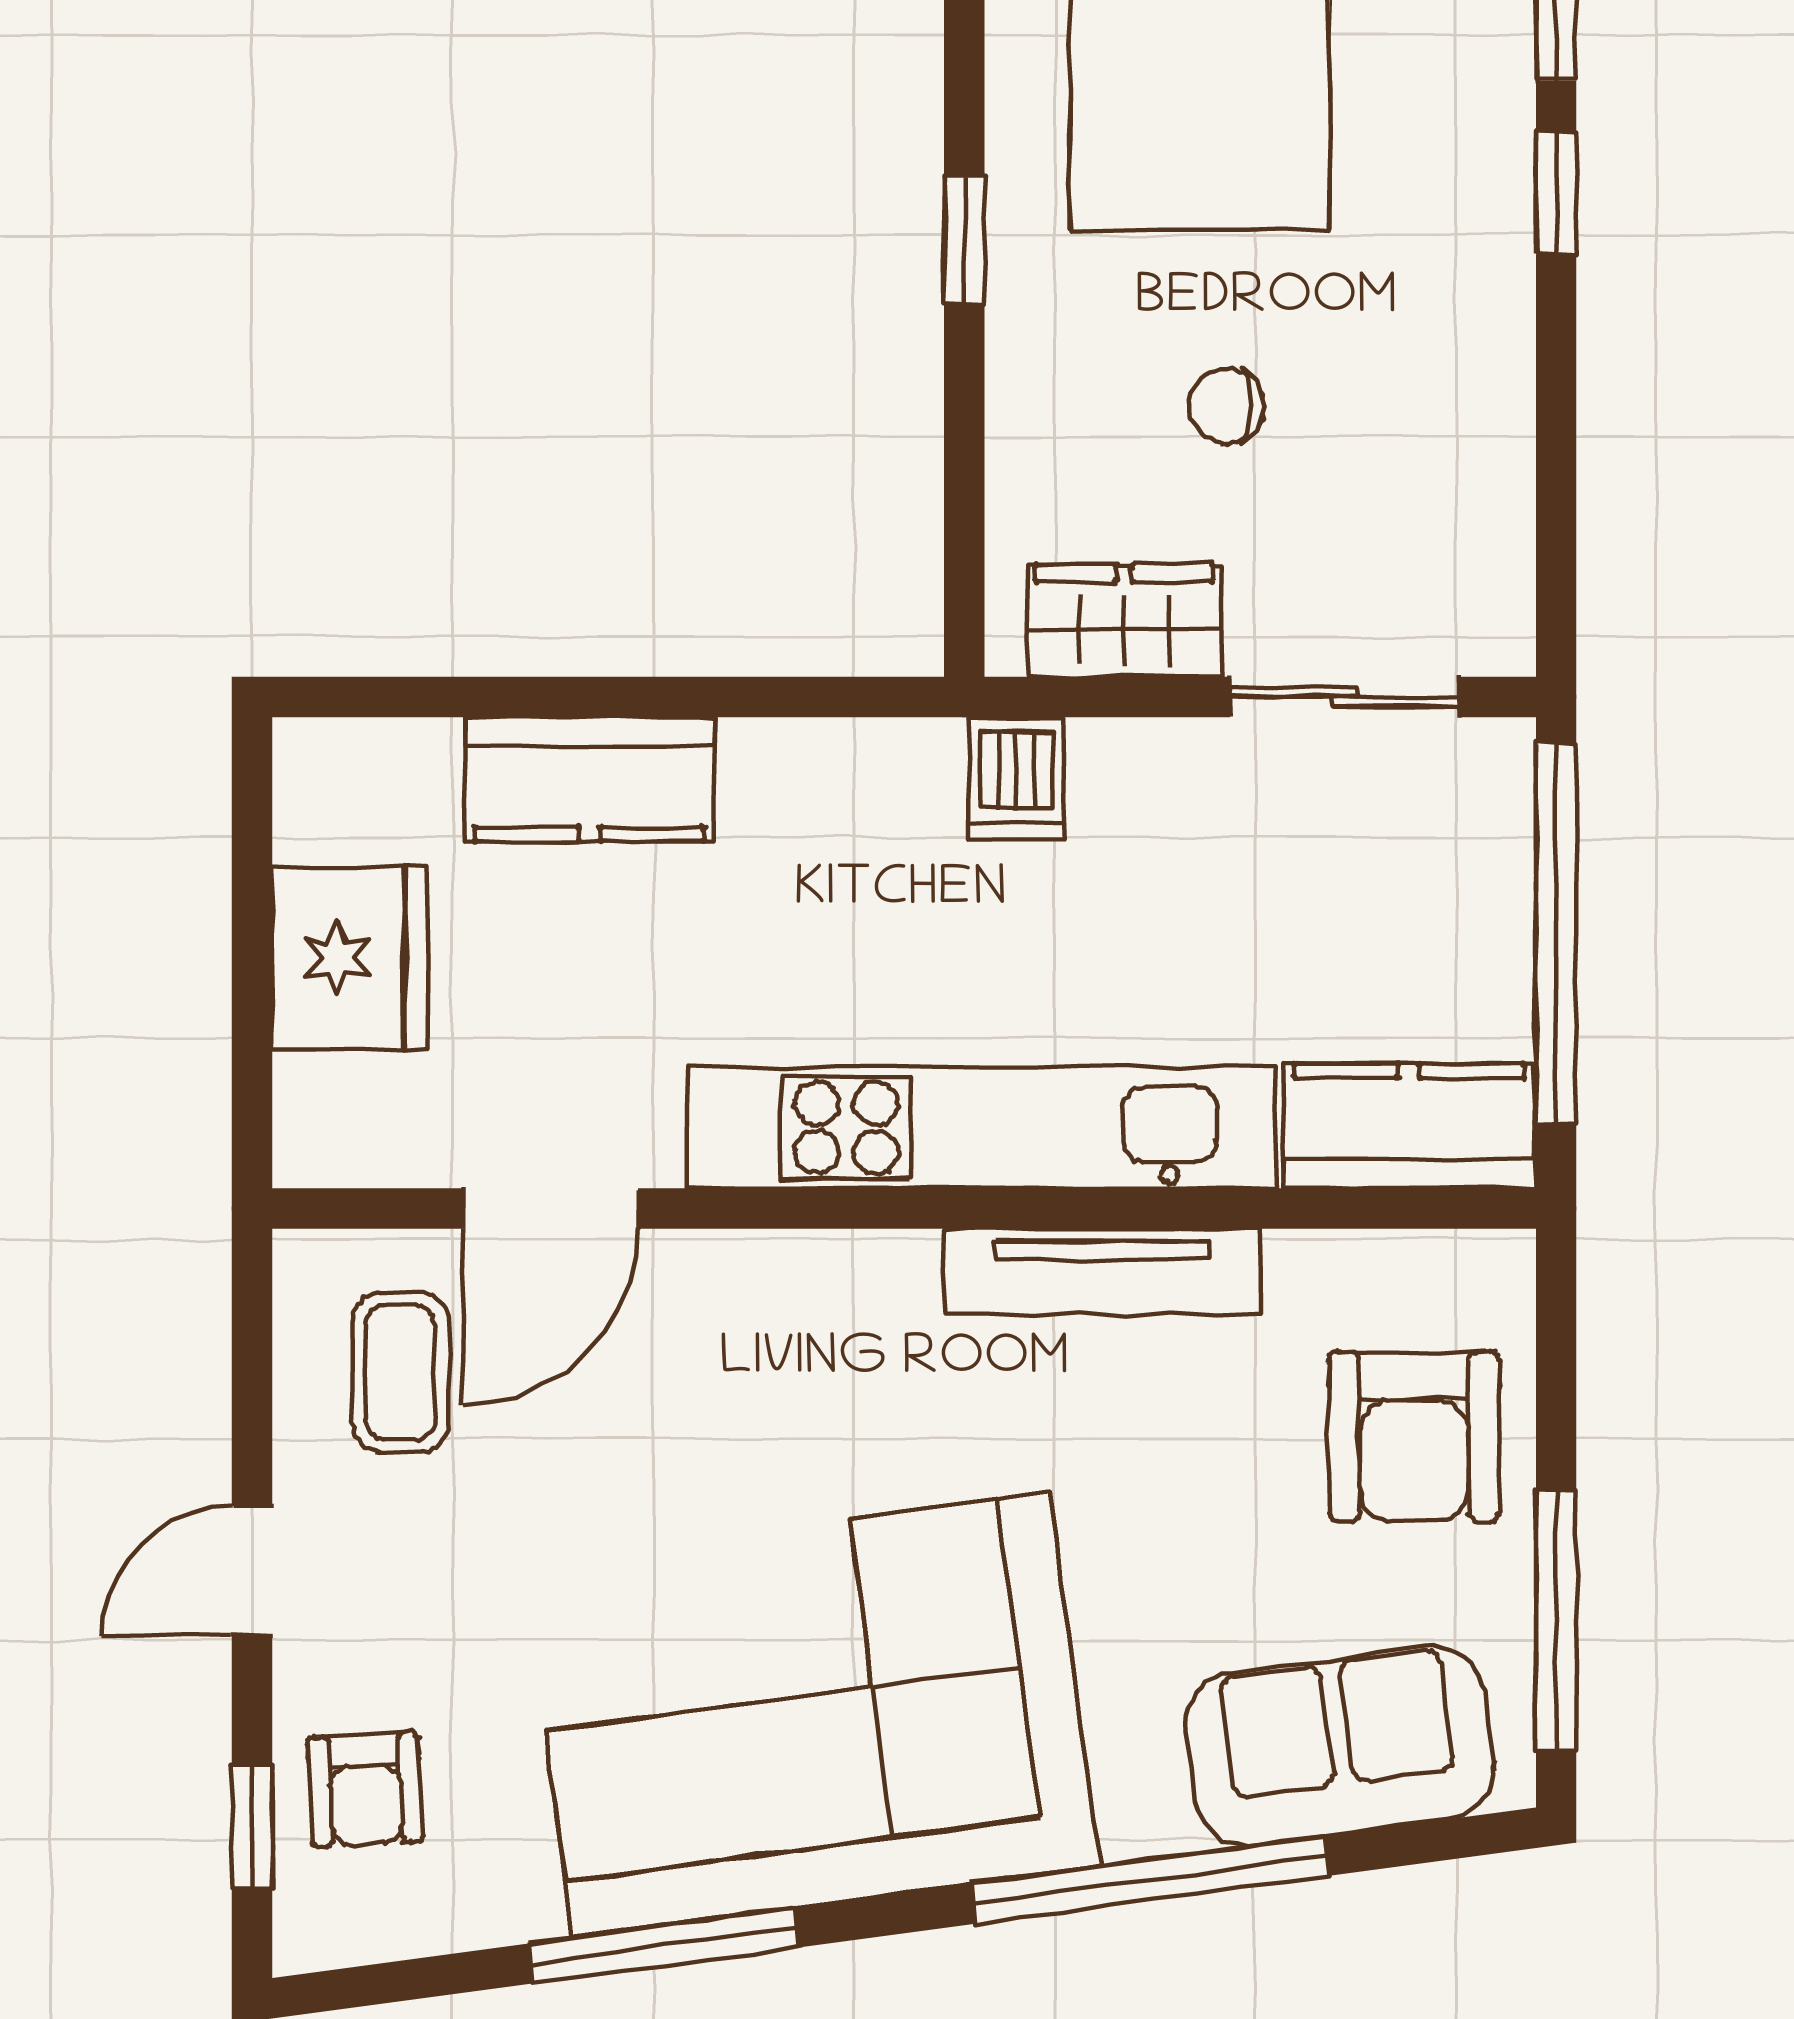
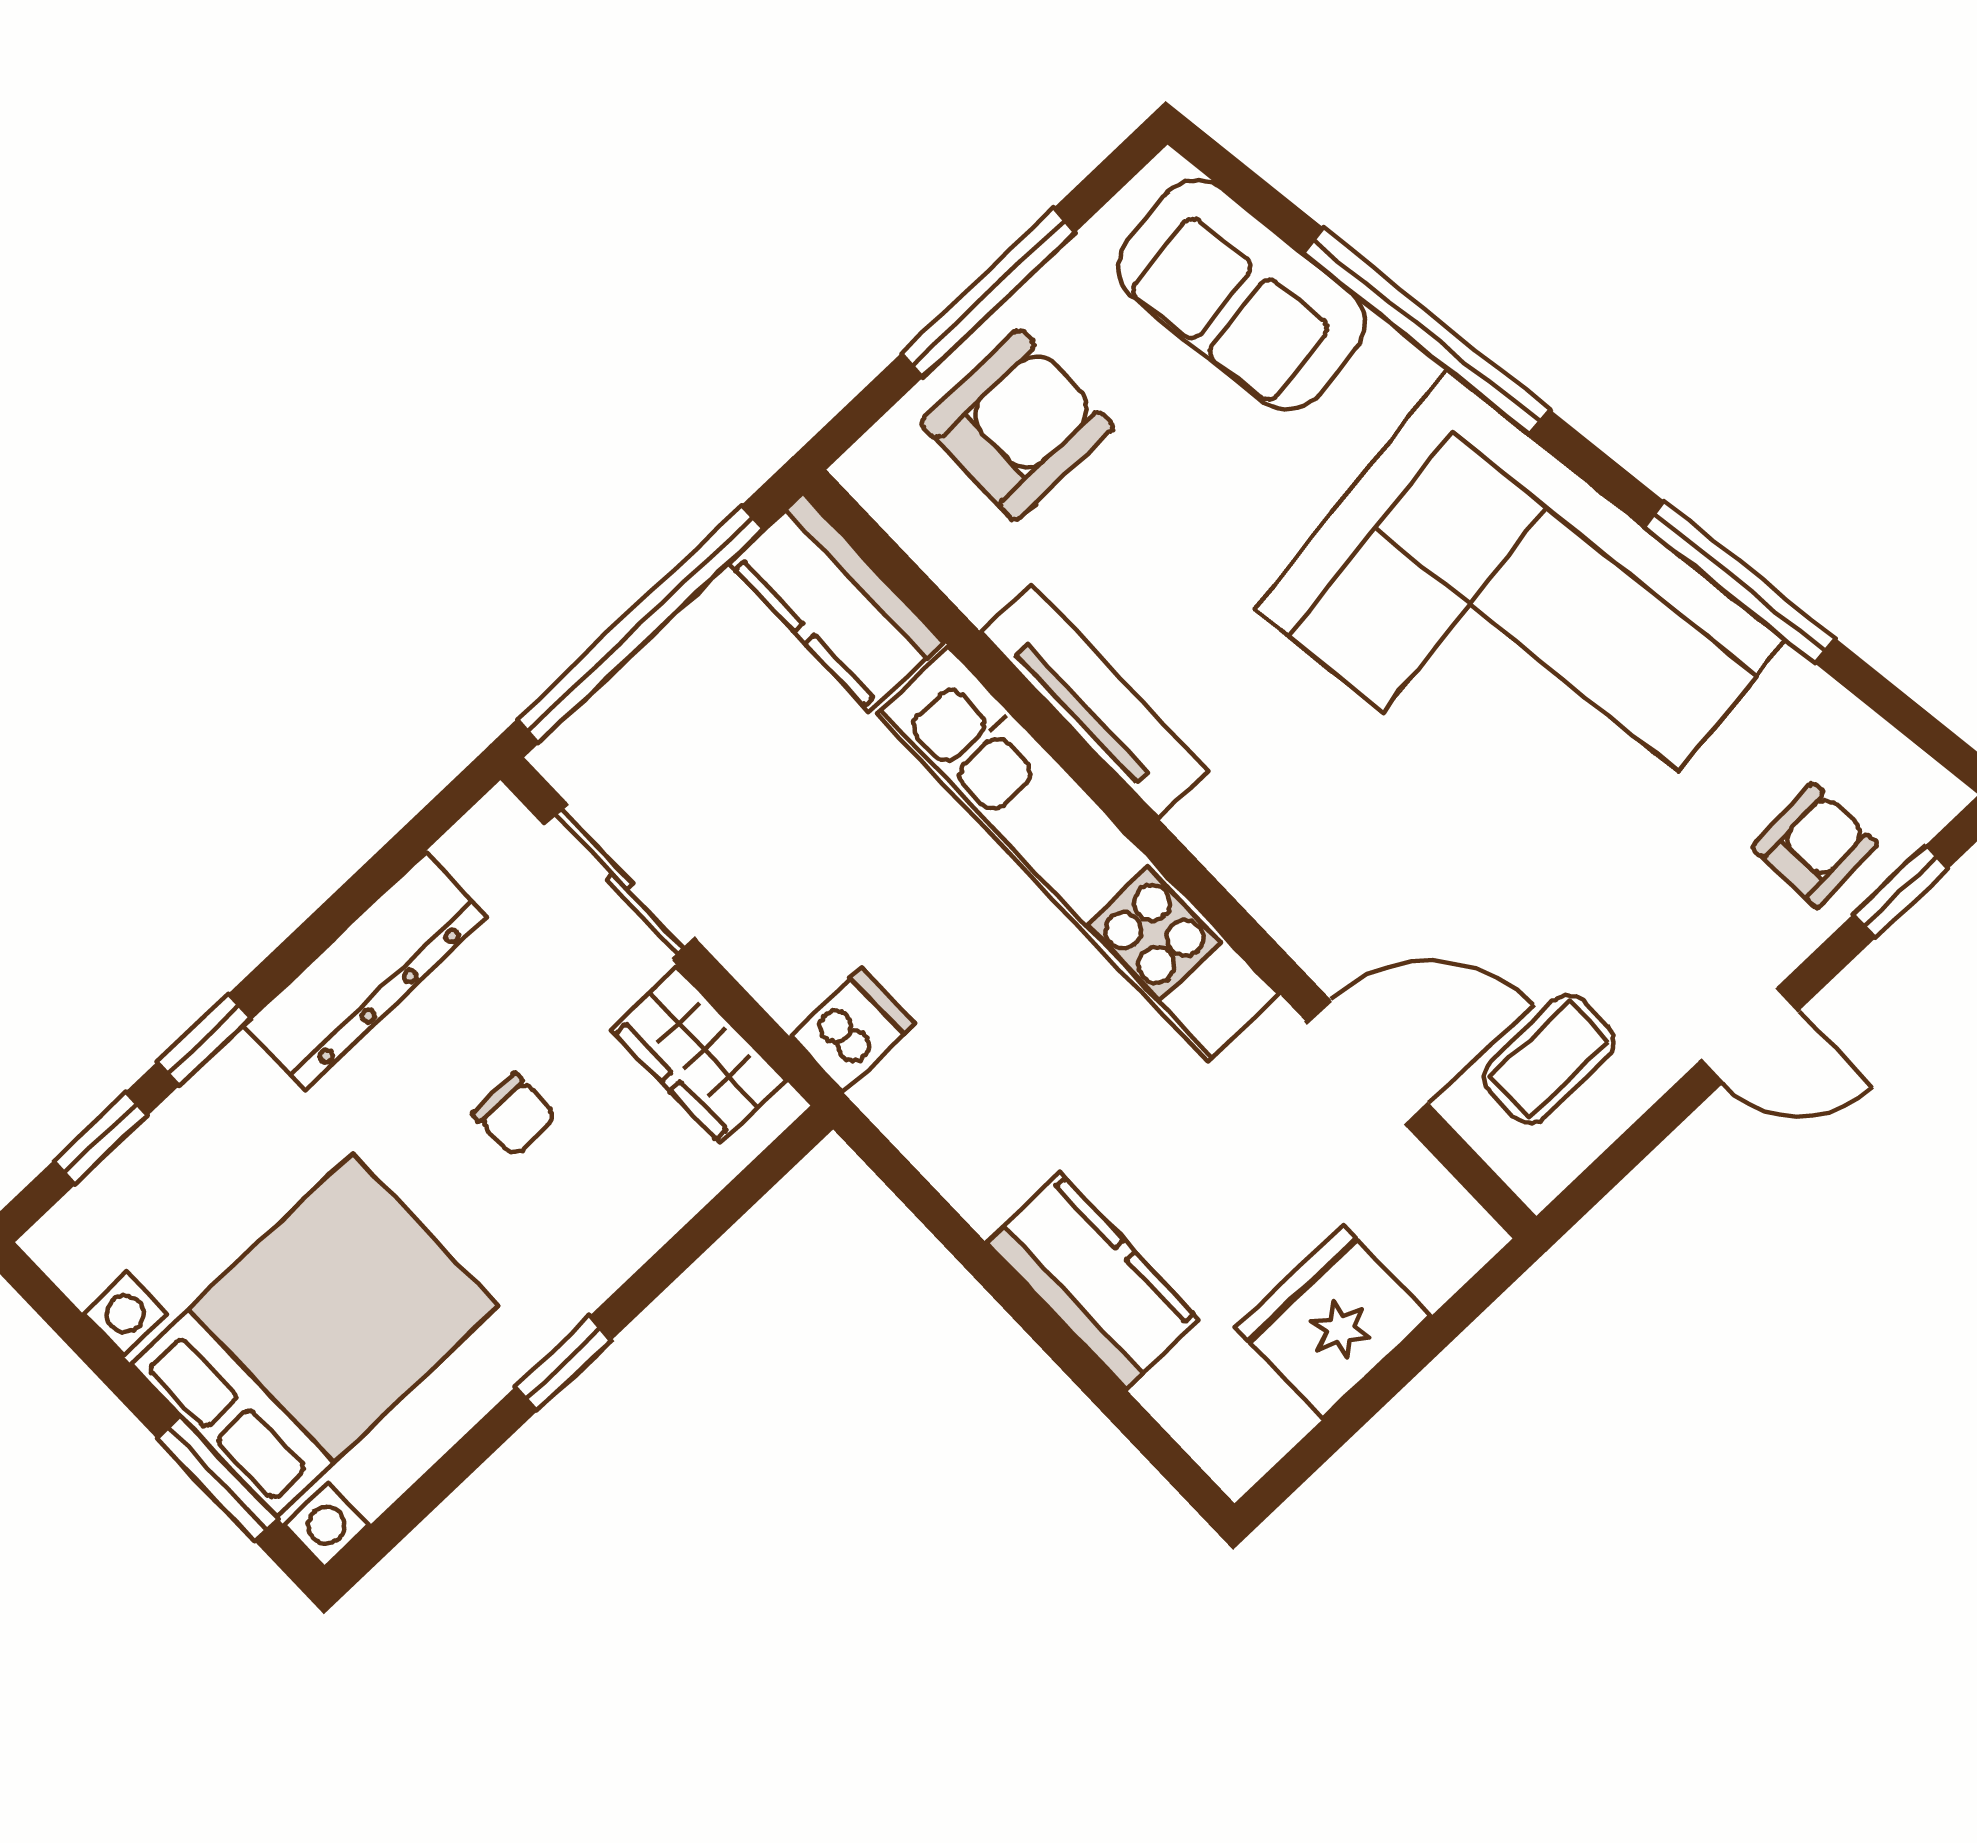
dresser: (1481, 395) -> (365, 971), added
window: (1556, 1620) -> (988, 293), moved

